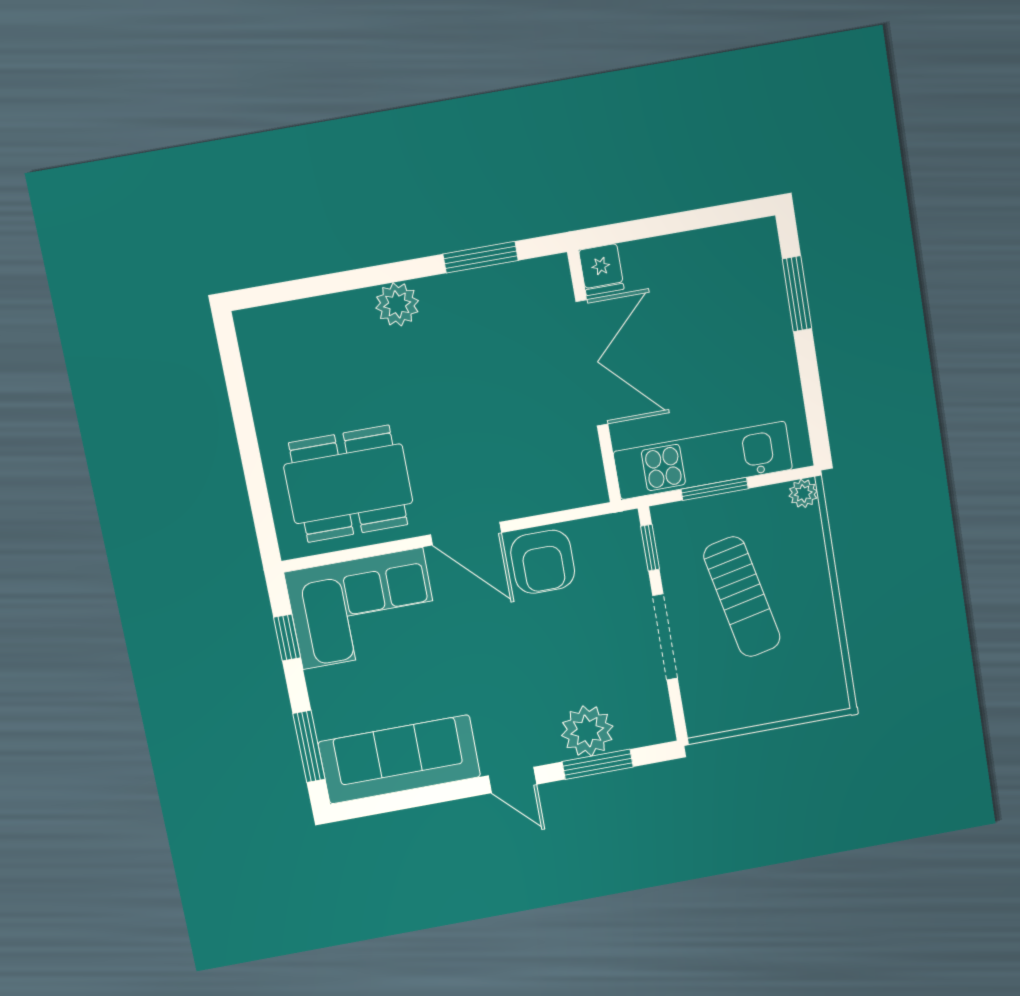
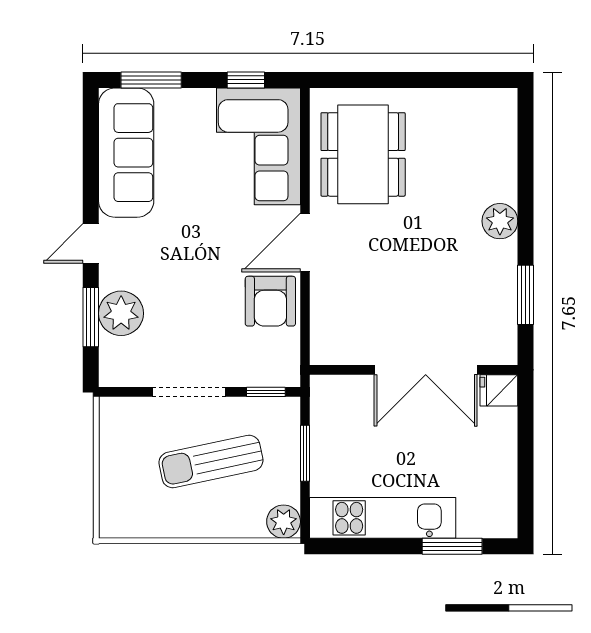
kitchen unit: (703, 460) -> (383, 518), moved, turned -90
plant: (803, 493) -> (284, 522), width x1.38, depth x1.38
armchair: (543, 562) -> (270, 301), turned -90

